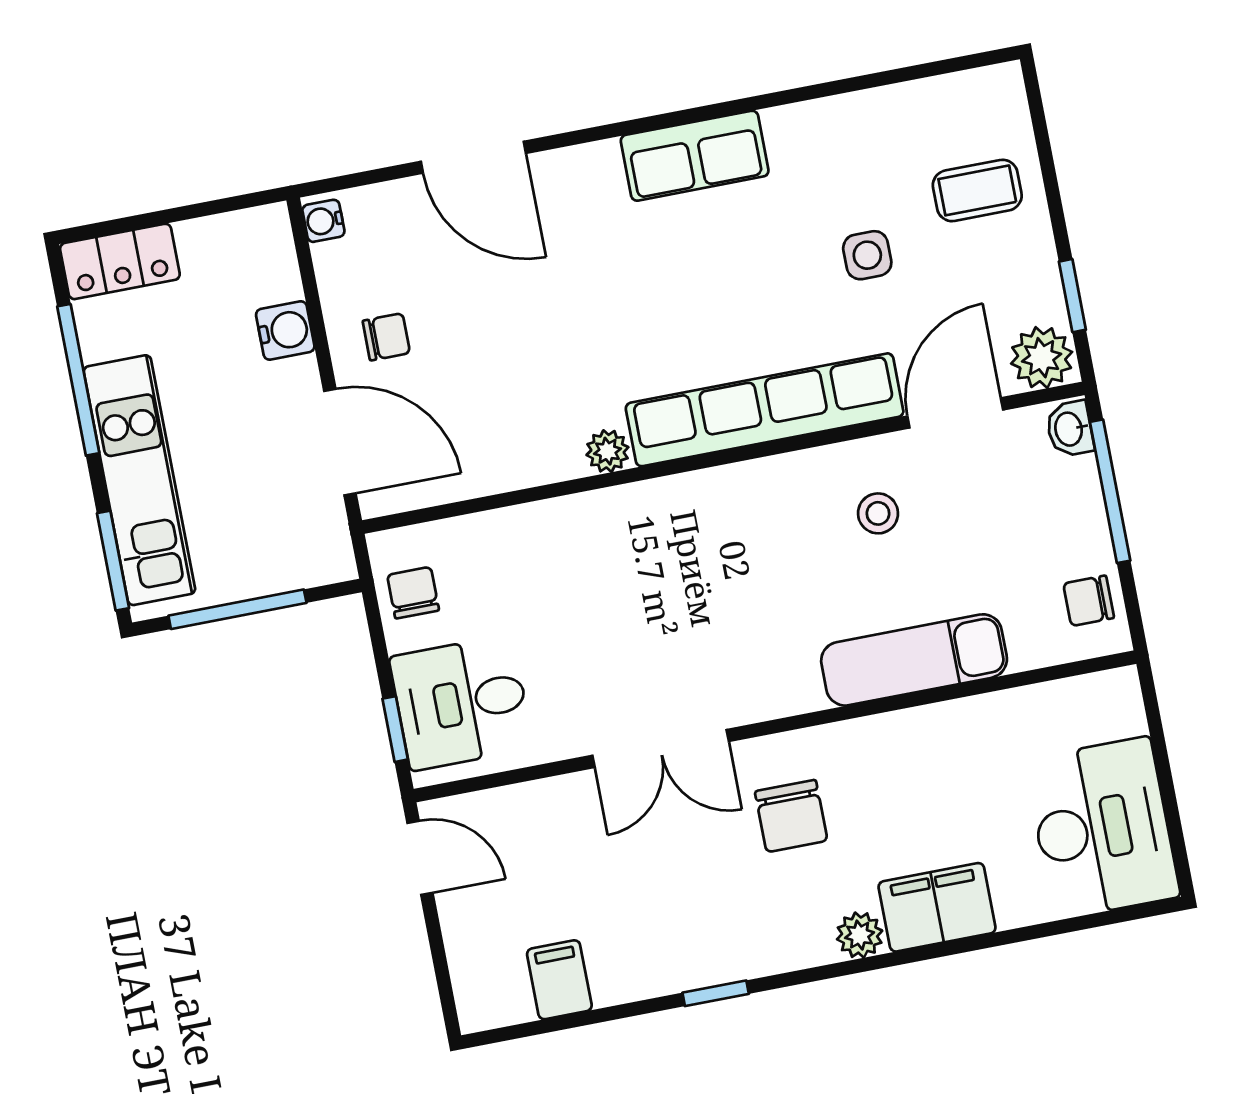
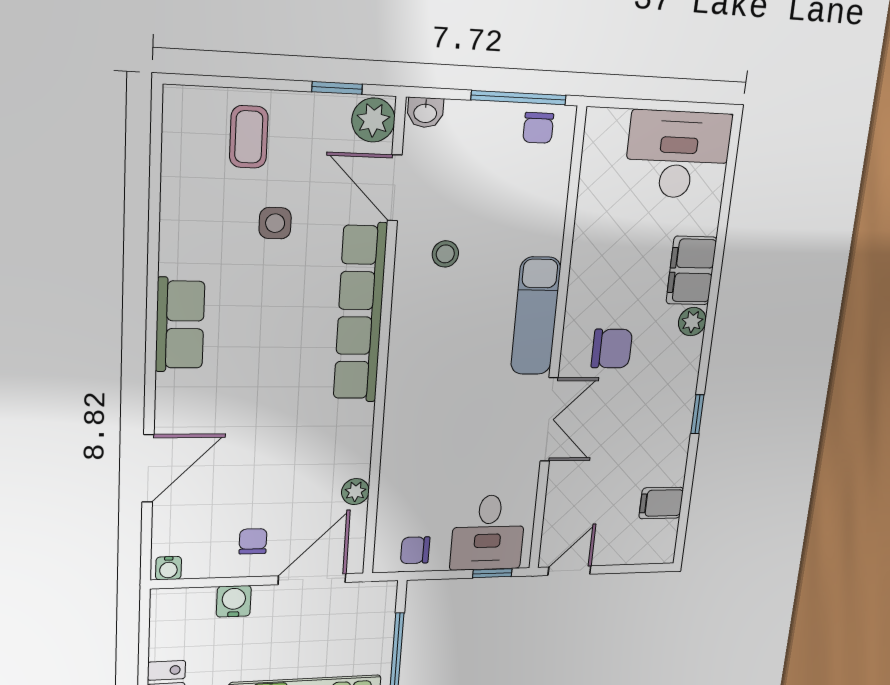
plant: (607, 451) -> (355, 492), moved
window: (1110, 491) -> (519, 98), moved
exam couch: (914, 660) -> (536, 316), moved

